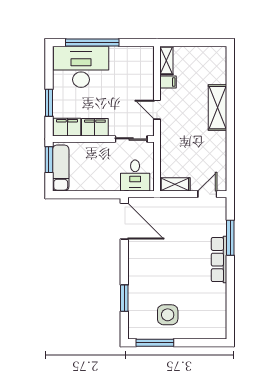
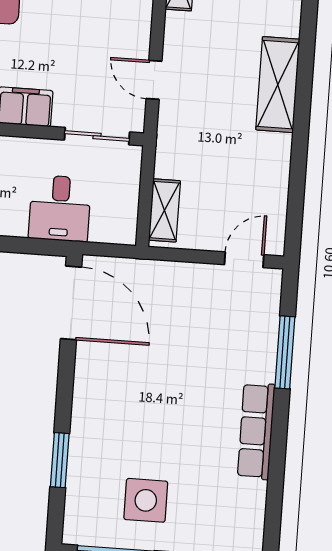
filing cabinet: (168, 82) -> (180, 25), removed
desk: (135, 176) -> (60, 208), moved
shelving: (175, 184) -> (164, 210), moved, turned 90
row of seats: (219, 260) -> (256, 431), moved

